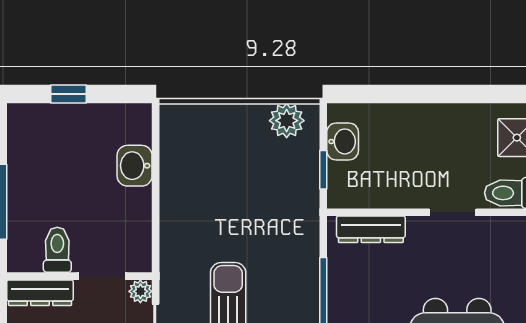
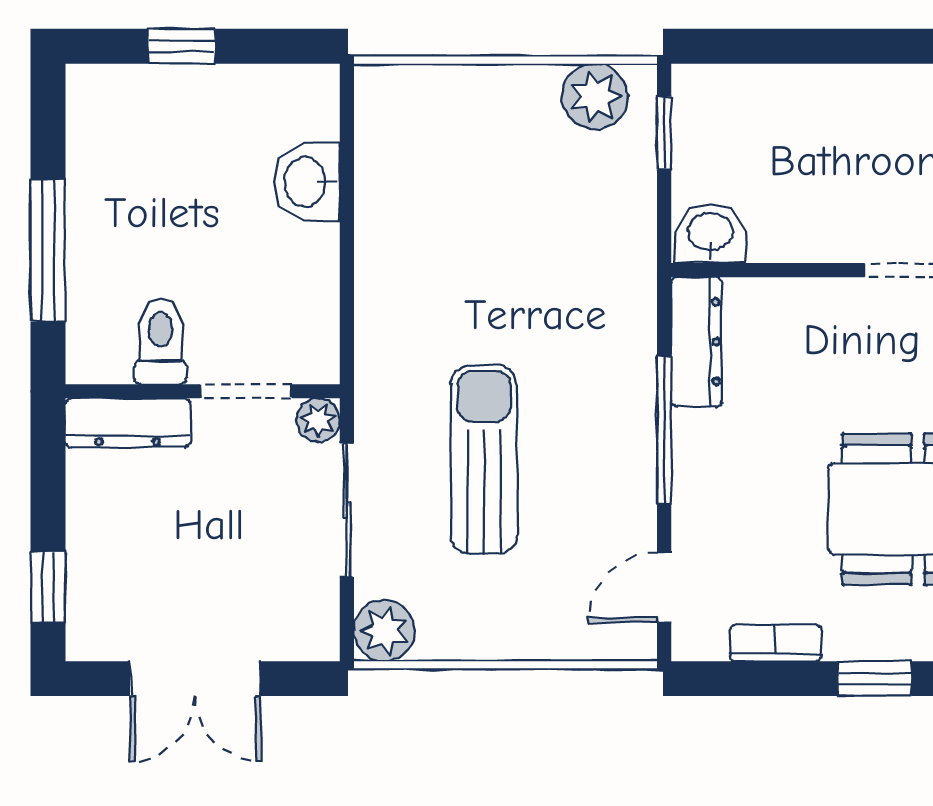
washbasin: (343, 141) -> (711, 233), moved, turned -90
window: (323, 170) -> (664, 133), moved
dresser: (371, 229) -> (696, 342), moved, turned -90

